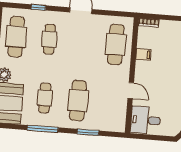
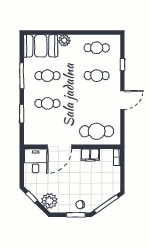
cafe table: (16, 37) -> (97, 48), width x0.73, depth x0.74
filing cabinet: (143, 54) -> (90, 155), width x2.00
door: (131, 91) -> (59, 147), width x1.88
cafe table: (78, 101) -> (48, 103), width x0.73, depth x0.74

